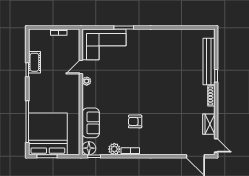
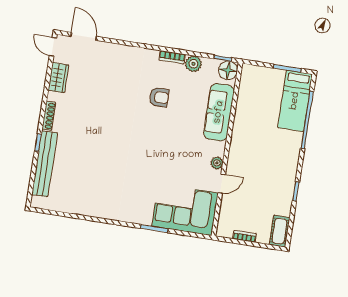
cot: (34, 62) -> (280, 231), moved
sofa: (91, 123) -> (219, 112), width x1.36
bed: (48, 134) -> (295, 101), width x0.49

